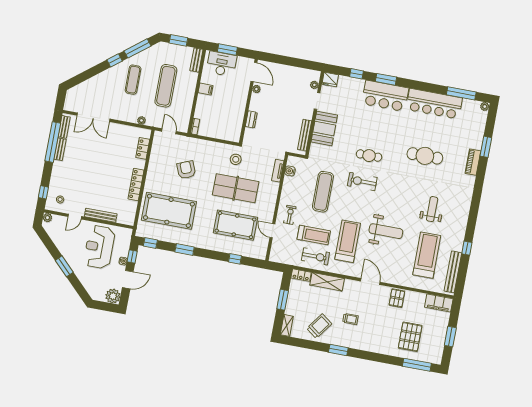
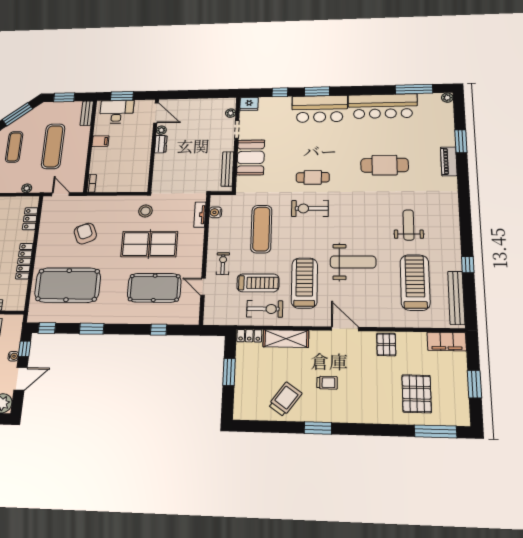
dresser: (251, 120) -> (161, 144), moved
shelving: (287, 325) -> (240, 405), removed

